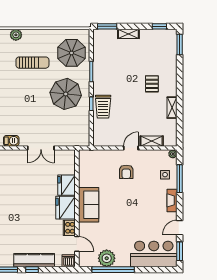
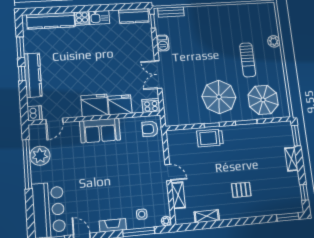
shelving: (172, 108) -> (207, 216), moved
armchair: (126, 172) -> (150, 129), moved
cooker: (69, 228) -> (151, 106), moved

